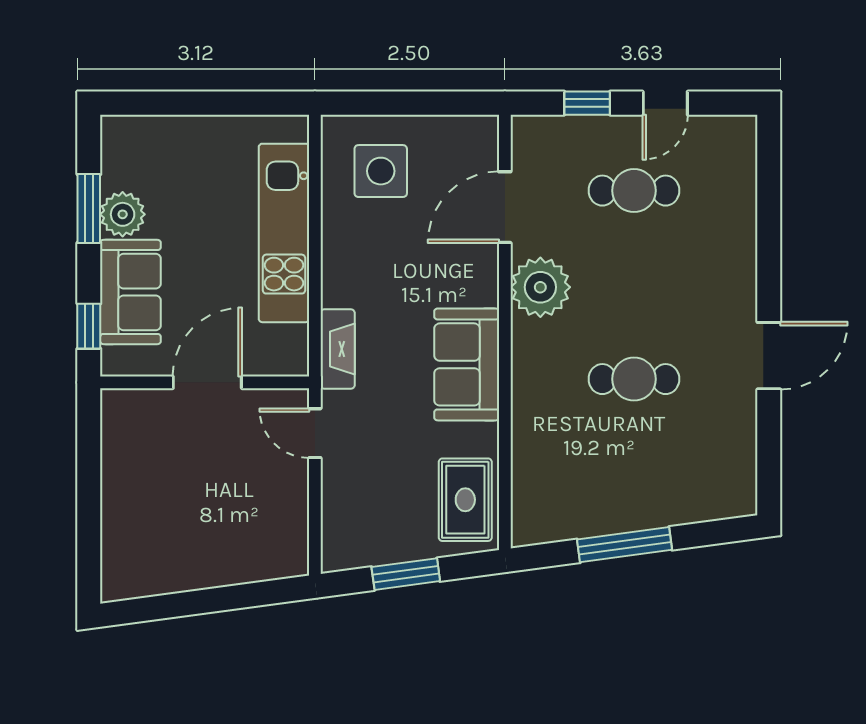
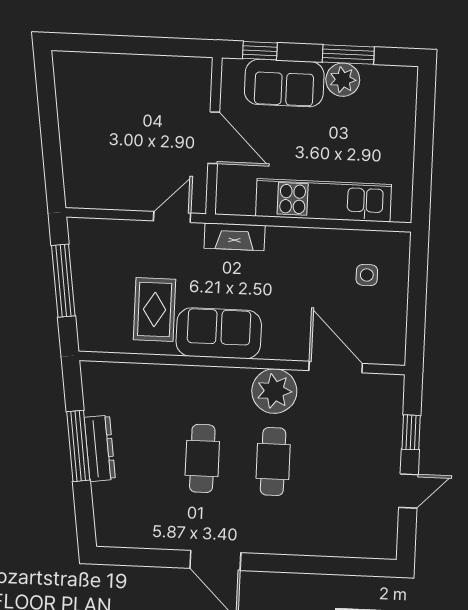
door: (665, 103) -> (409, 491), swing flipped
side table: (381, 171) -> (367, 275), width x0.54, depth x0.54
cafe table: (634, 191) -> (273, 462), moved
rug: (465, 500) -> (155, 309), moved, turned 90
dresser: (627, 516) -> (100, 448), added
window: (406, 574) -> (63, 281), width x1.44

